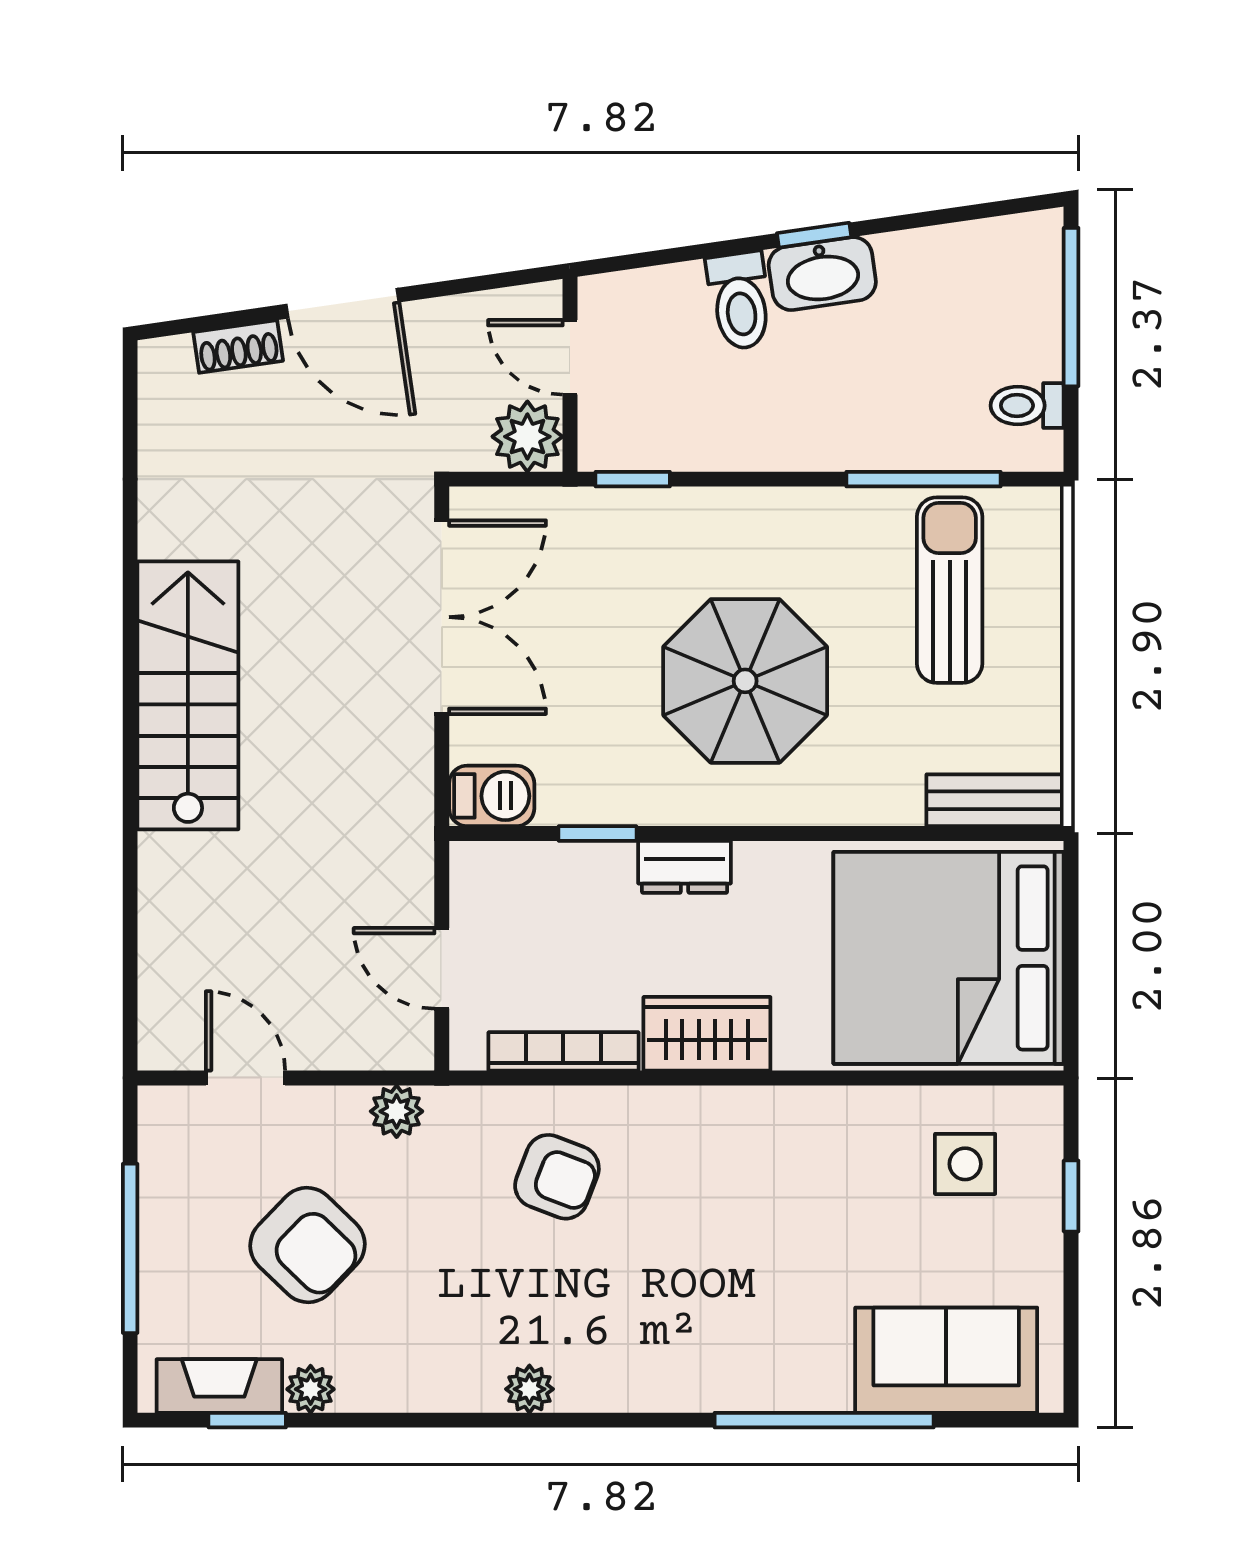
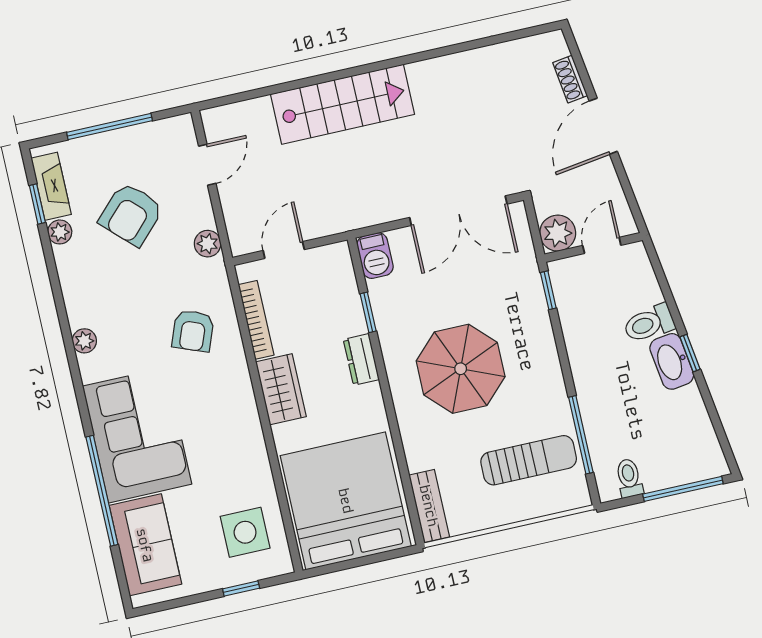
stairs: (188, 695) -> (343, 104), moved
side table: (965, 1164) -> (245, 532), width x1.37, depth x1.37
corner sofa: (733, 1329) -> (137, 435), added

